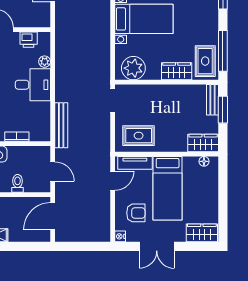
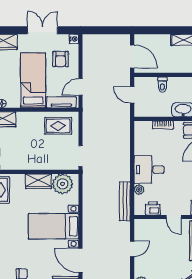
wardrobe: (177, 71) -> (39, 181), moved
bench: (61, 125) -> (125, 201), moved
armchair: (136, 213) -> (61, 59), turned -90
door: (53, 216) -> (132, 56), hinge flipped

